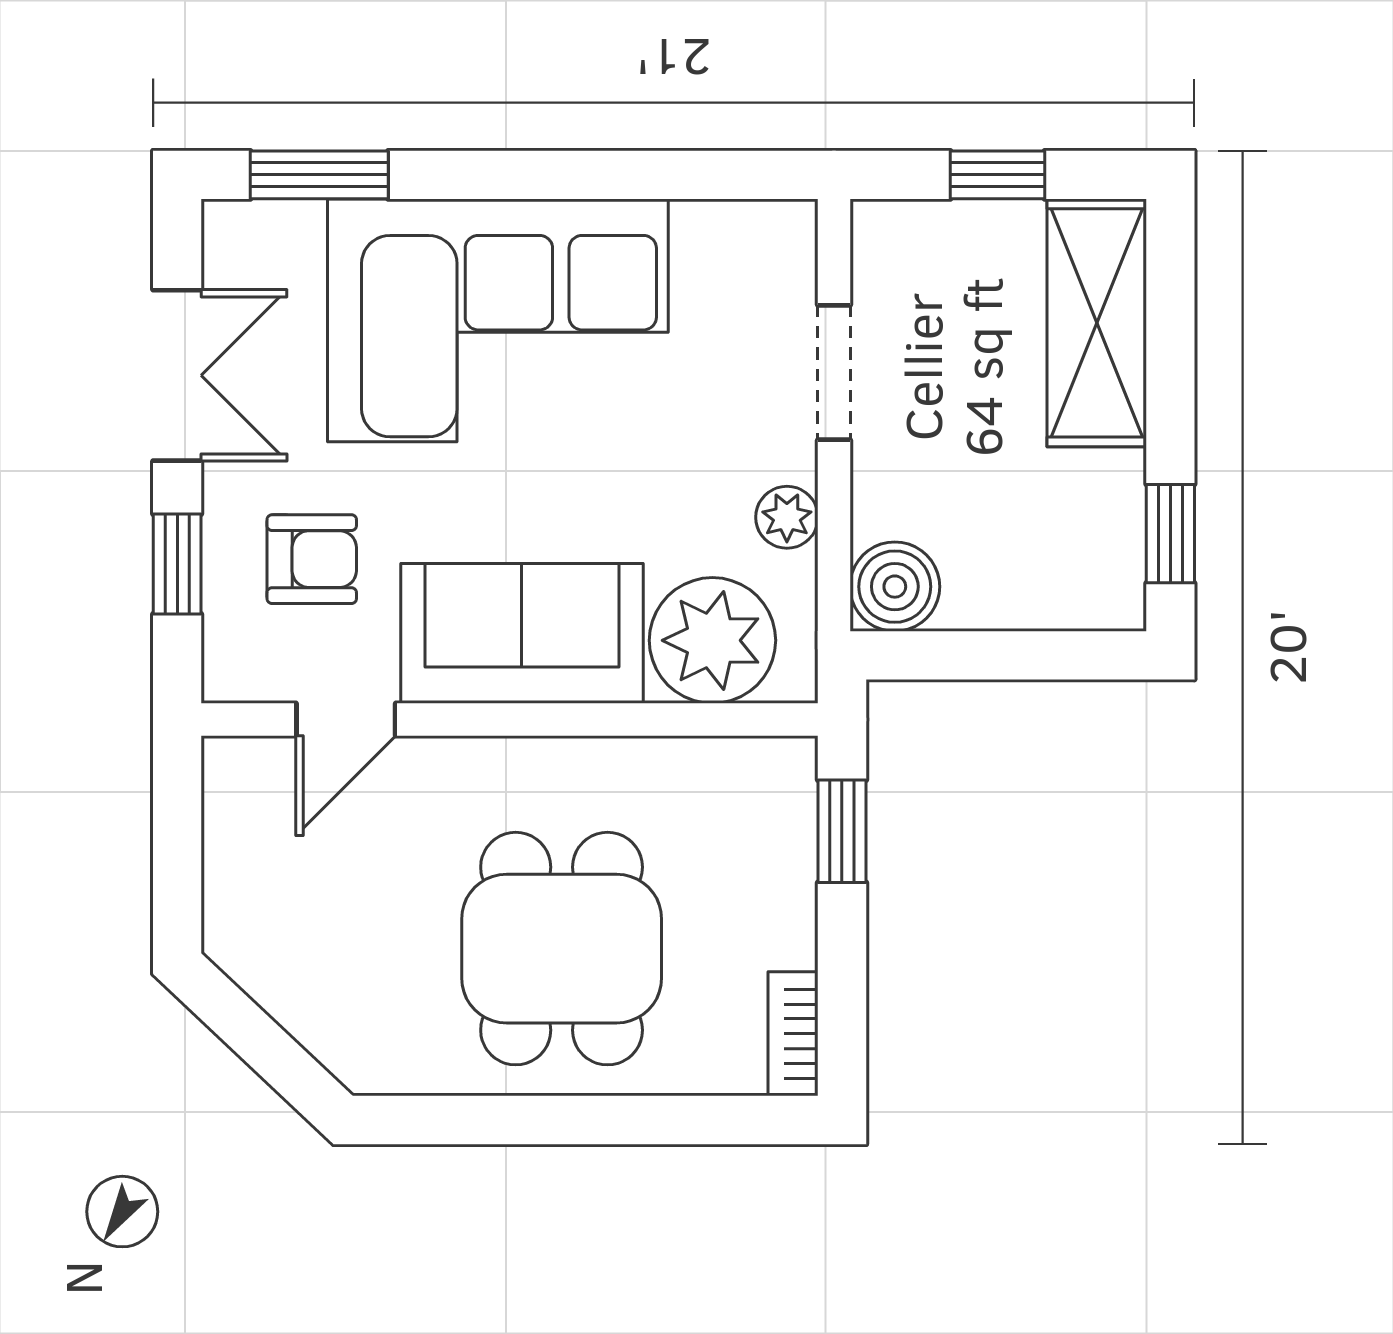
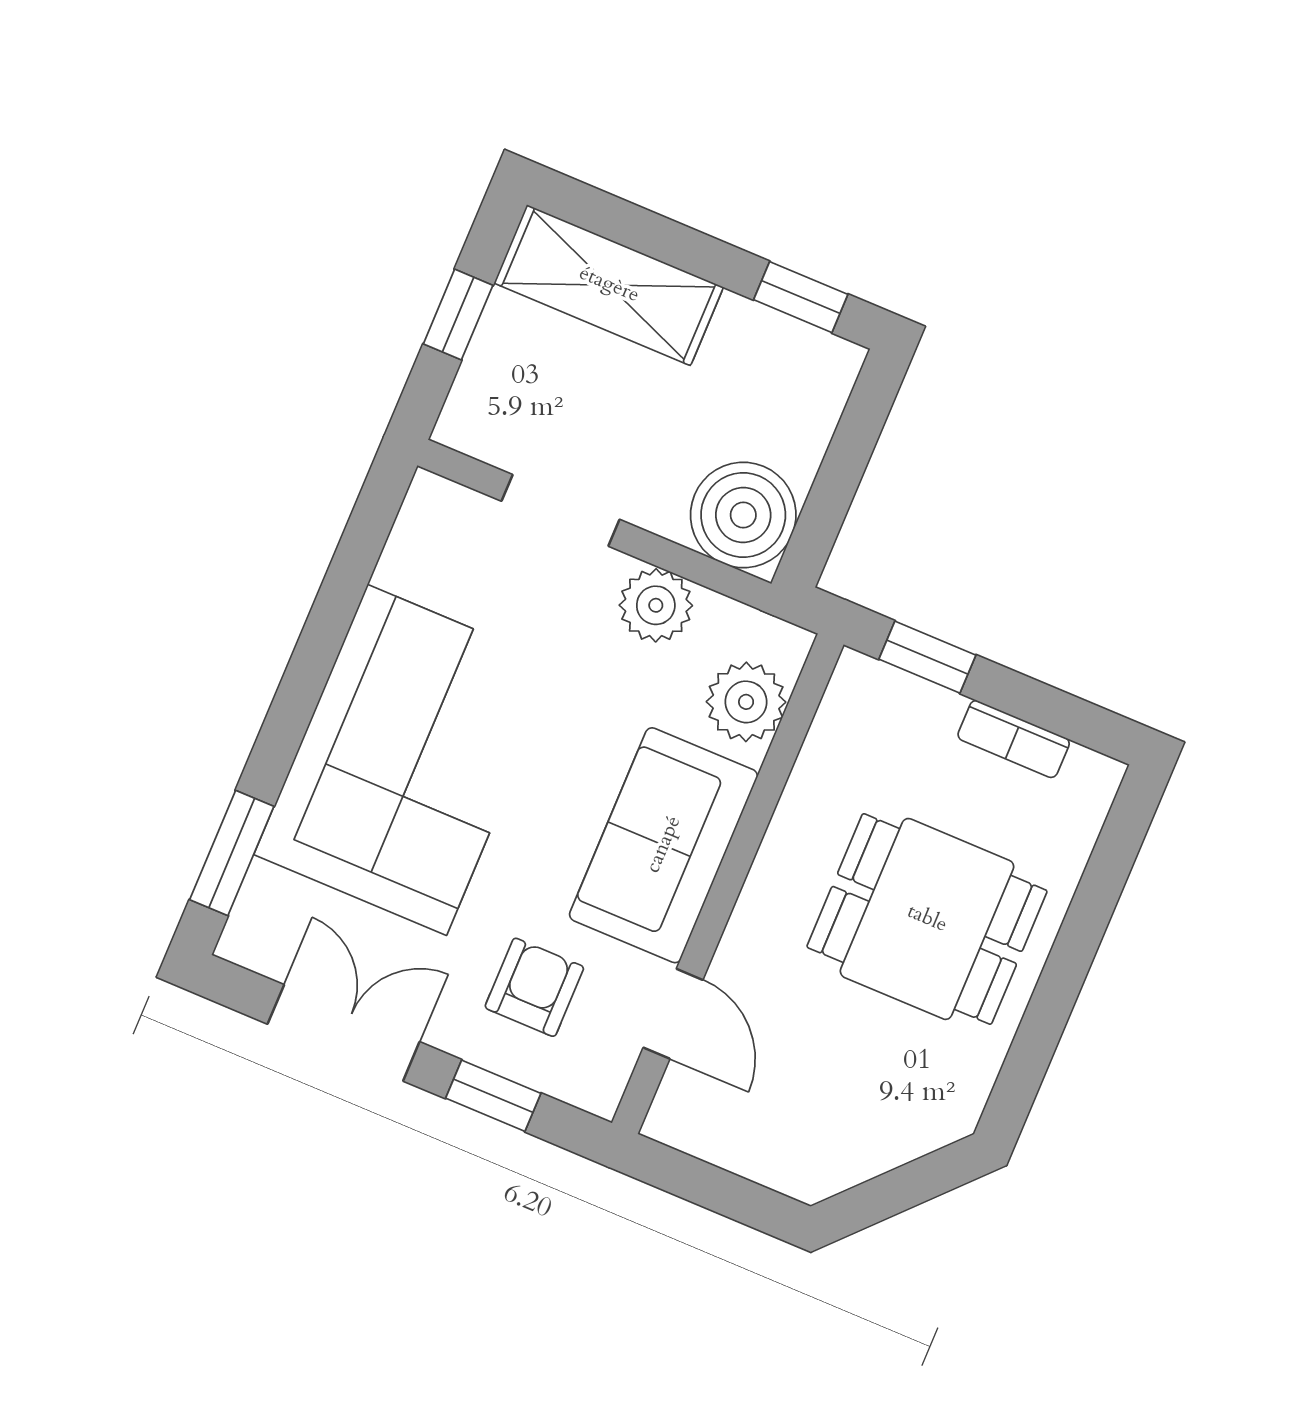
plant: (787, 517) -> (656, 605), width x1.38, depth x1.38
boiler: (895, 587) -> (743, 515), width x1.37, depth x1.37
plant: (712, 640) -> (746, 702), width x0.73, depth x0.73
bookcase: (793, 1034) -> (1014, 739), moved

